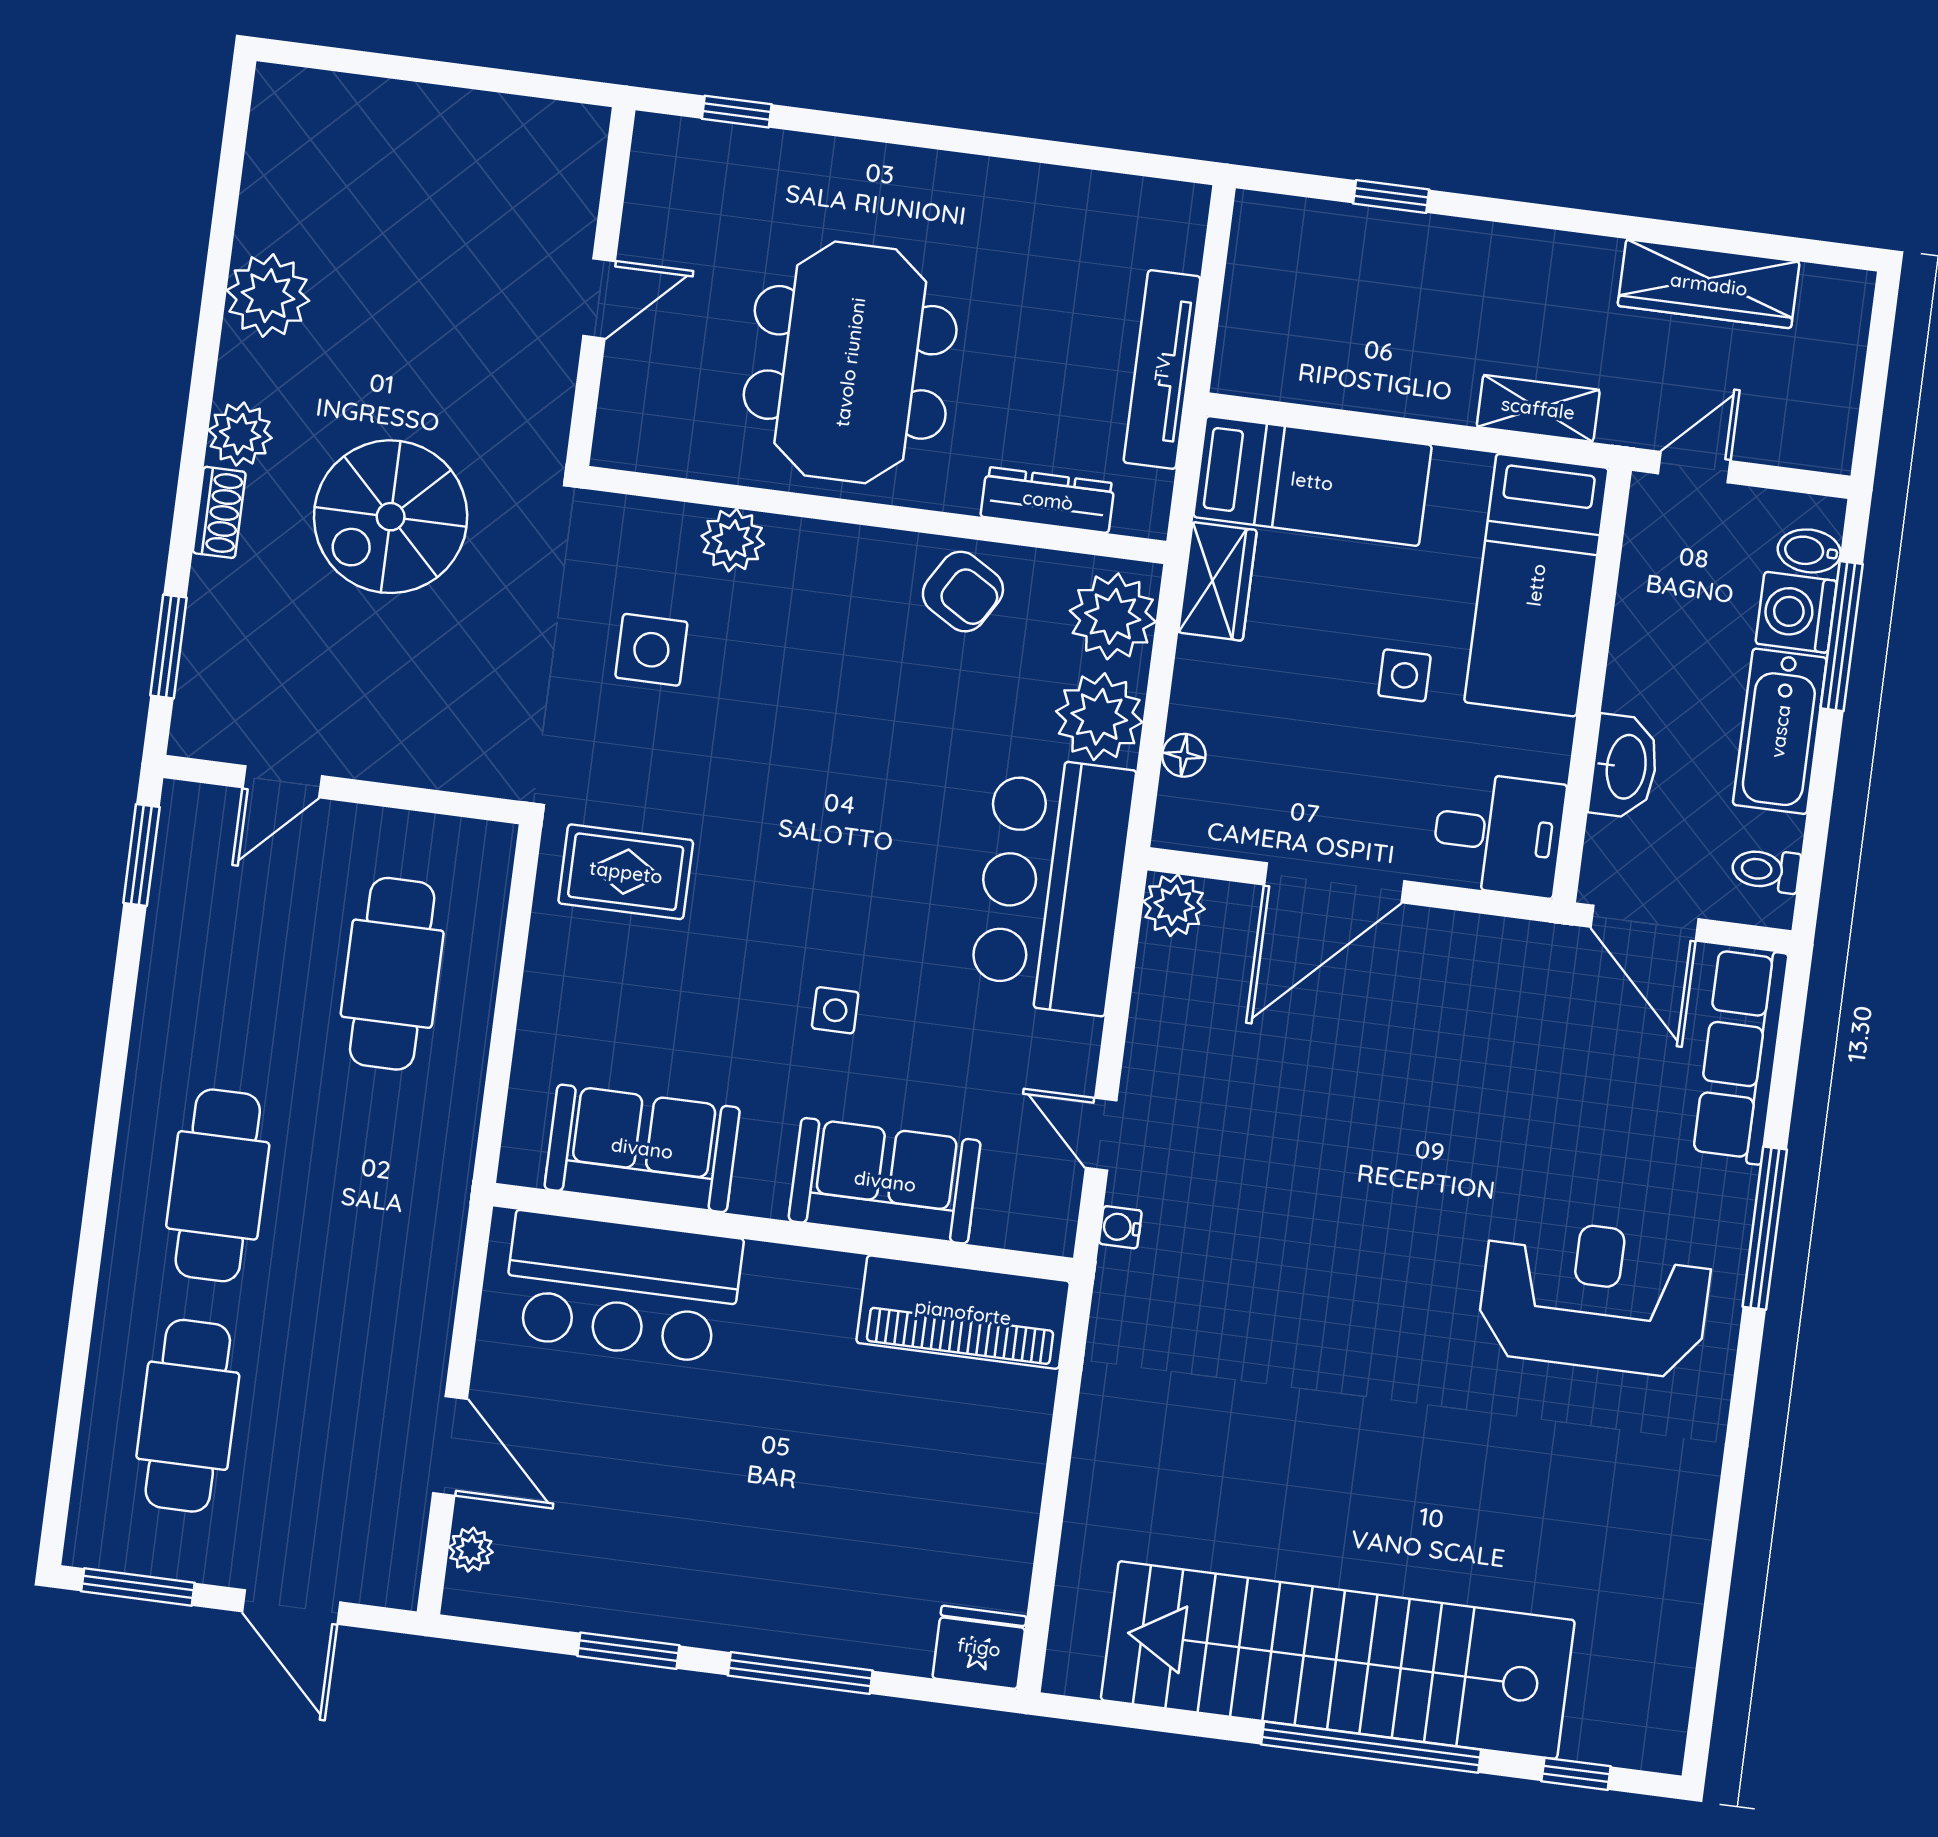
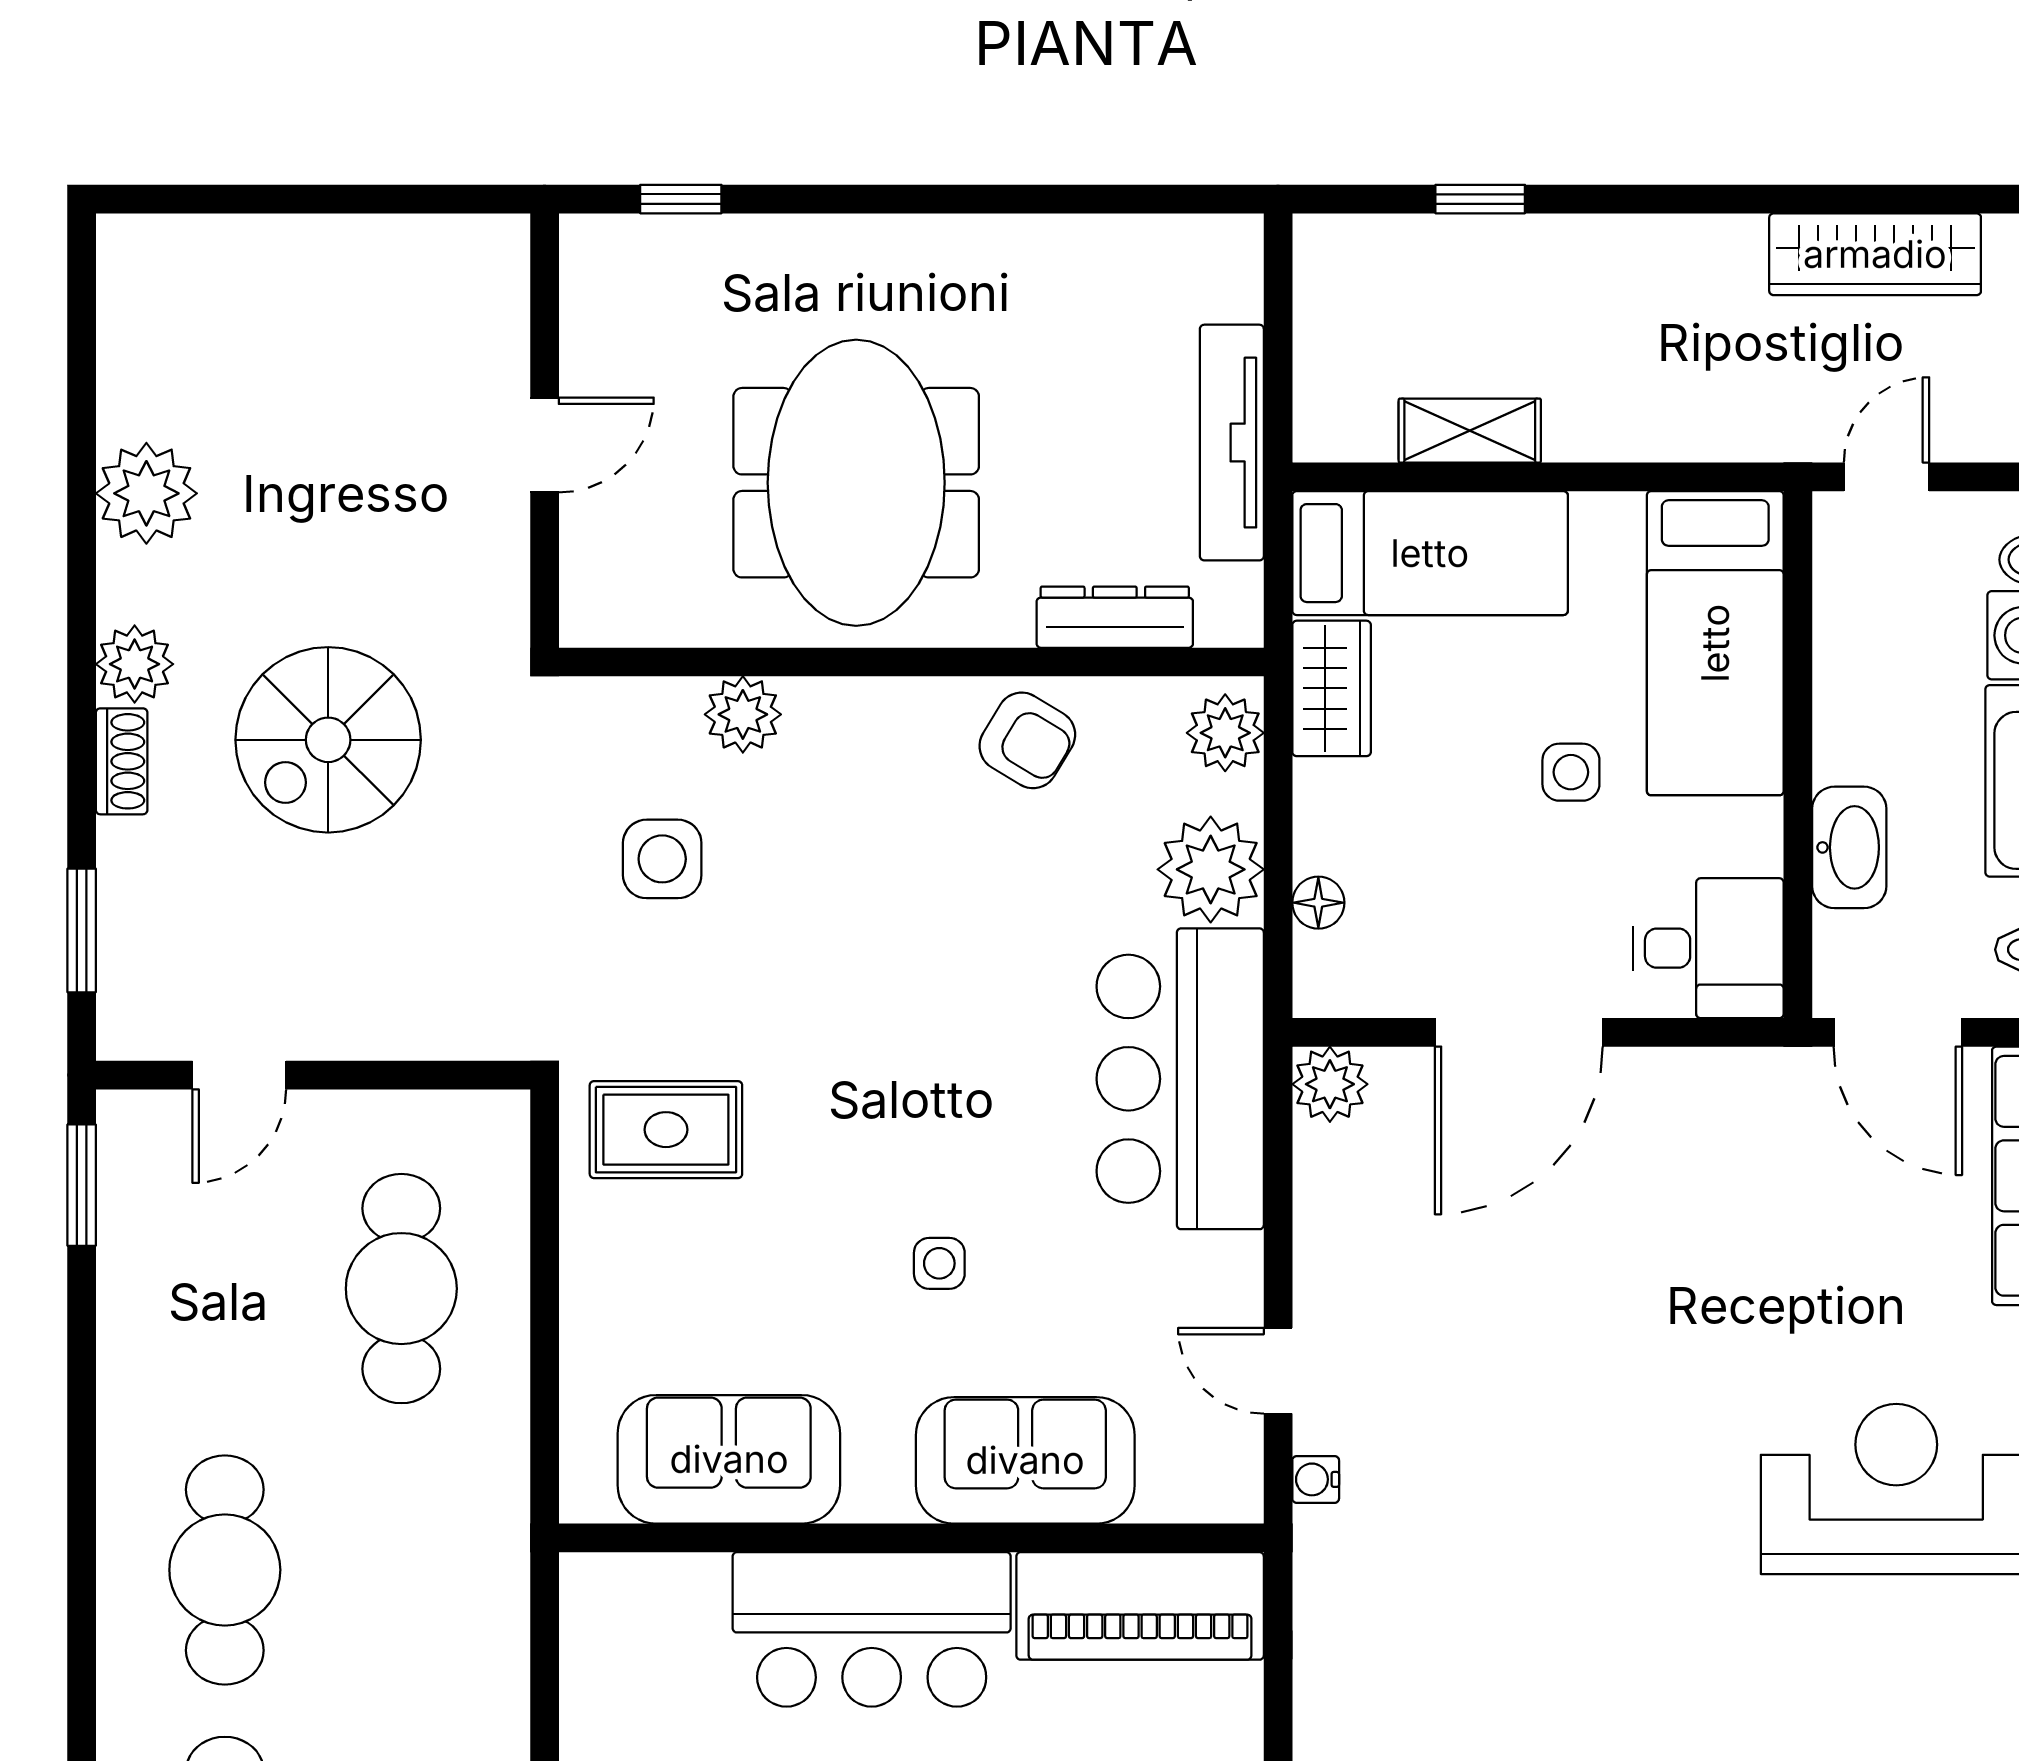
shelving: (1538, 408) -> (1470, 431), moved
plant: (1113, 616) -> (1225, 733), width x0.73, depth x0.73
bar counter: (622, 1287) -> (872, 1629), moved

